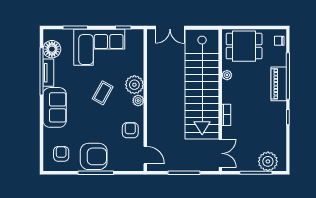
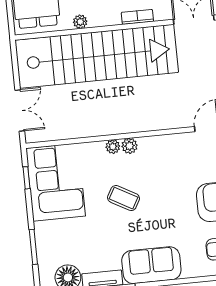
corner sofa: (99, 47) -> (56, 182), moved
plant: (134, 85) -> (113, 147), width x0.53, depth x0.53
armchair: (130, 130) -> (173, 153), removed

